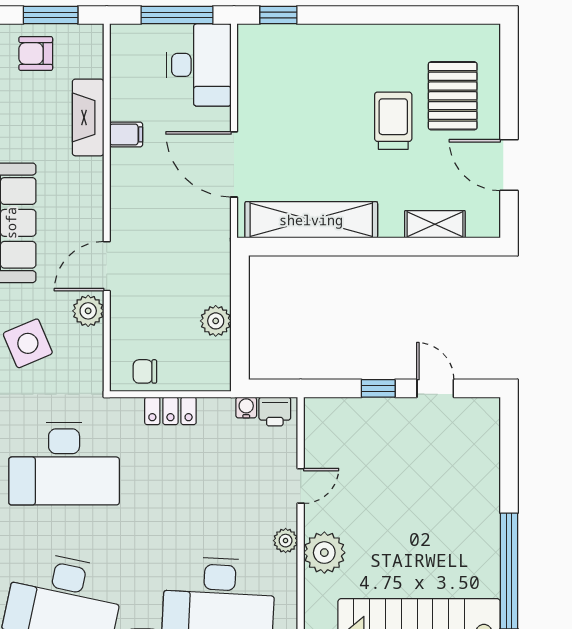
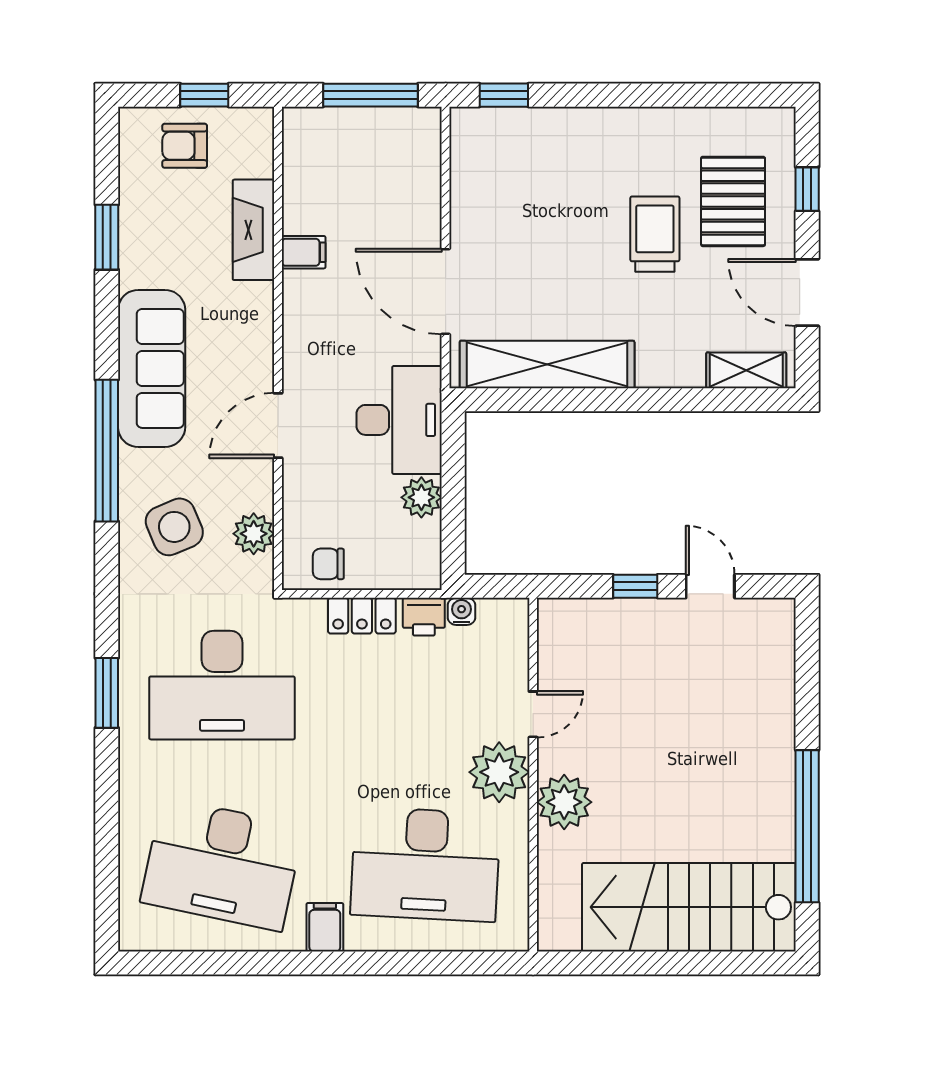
window: (51, 15) -> (204, 95), width x0.67
desk: (199, 65) -> (399, 420), moved
window: (509, 87) -> (807, 189), added
shelving: (435, 224) -> (746, 370), moved
plant: (88, 311) -> (254, 534), moved
printer: (275, 412) -> (424, 617), moved
plant: (286, 541) -> (499, 772), width x1.88, depth x1.88

